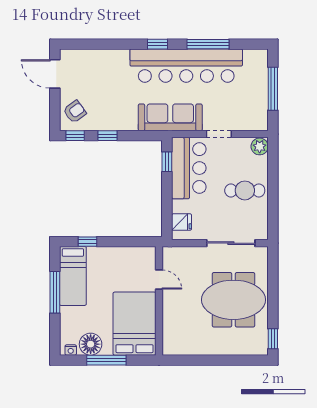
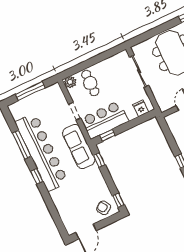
window: (107, 136) -> (99, 160), moved
cafe table: (245, 190) -> (90, 83), moved

